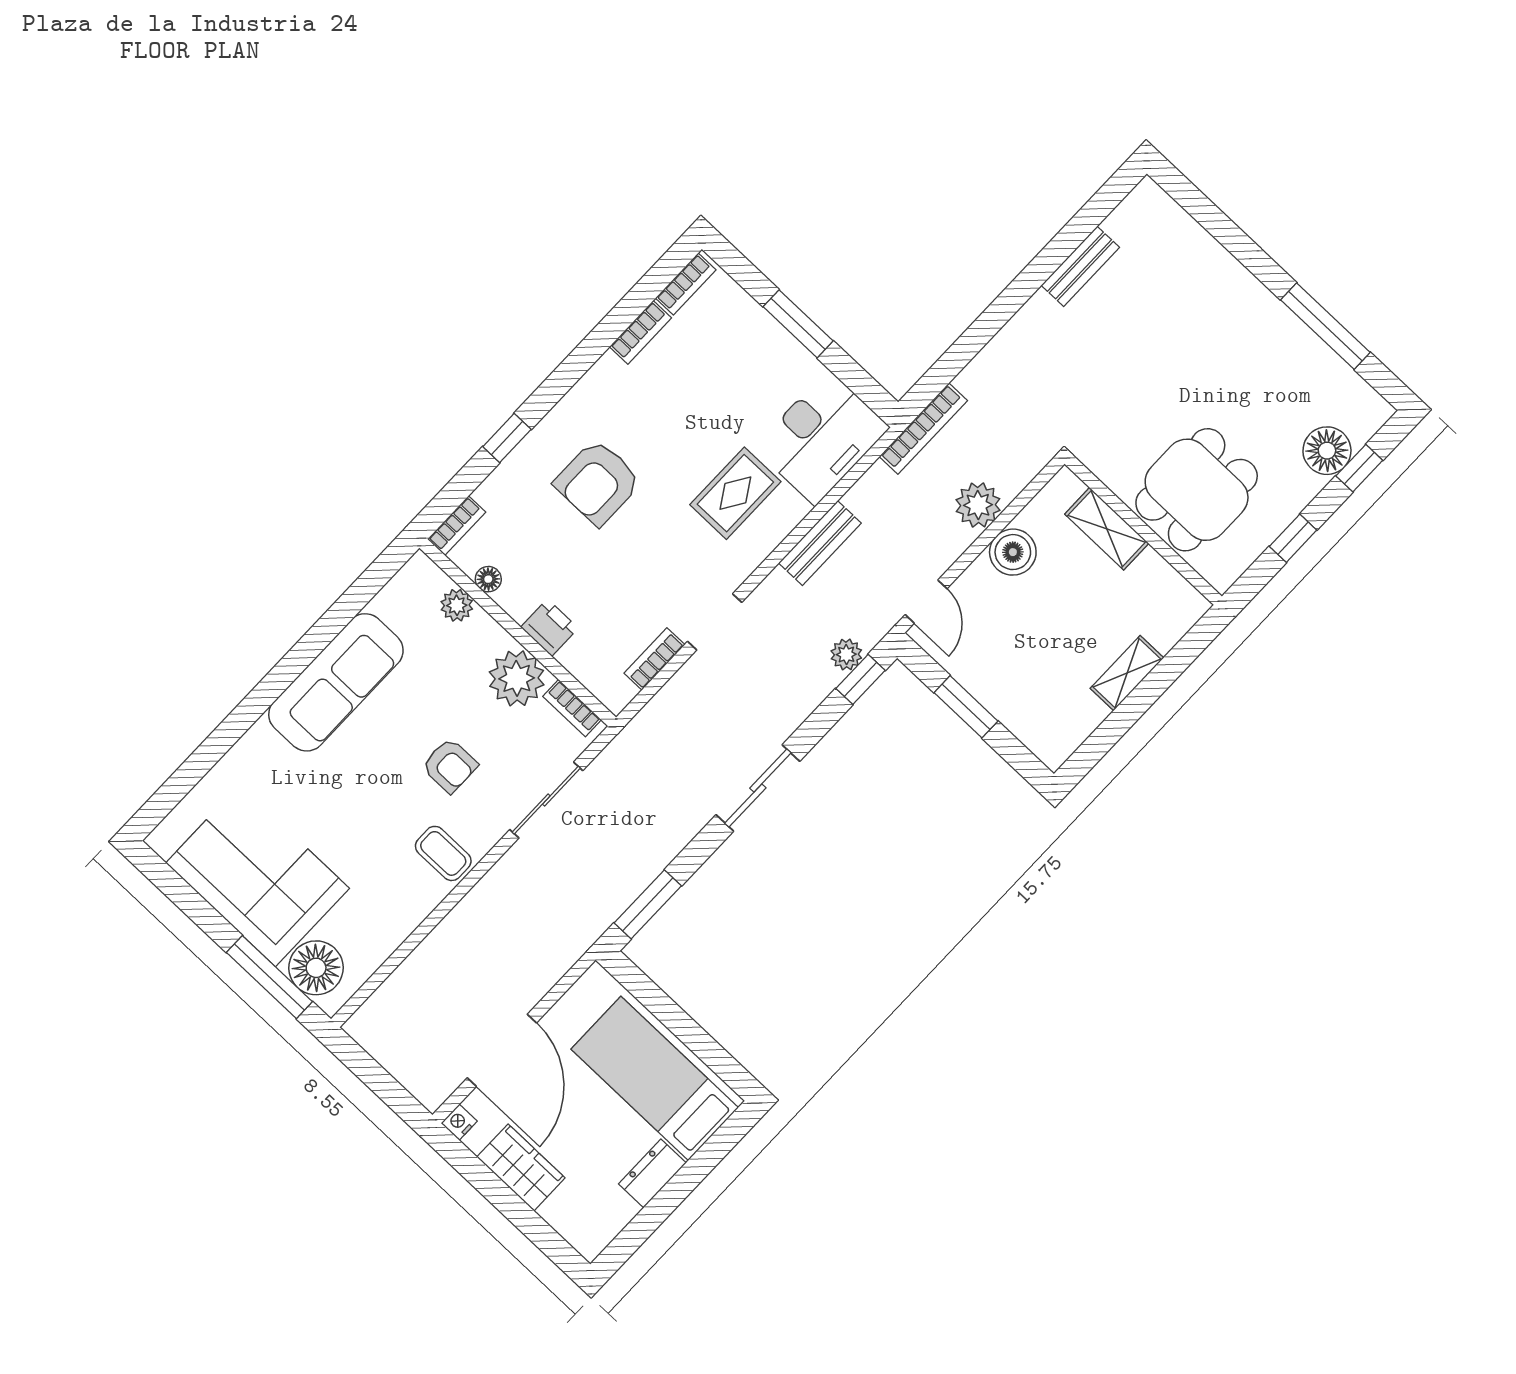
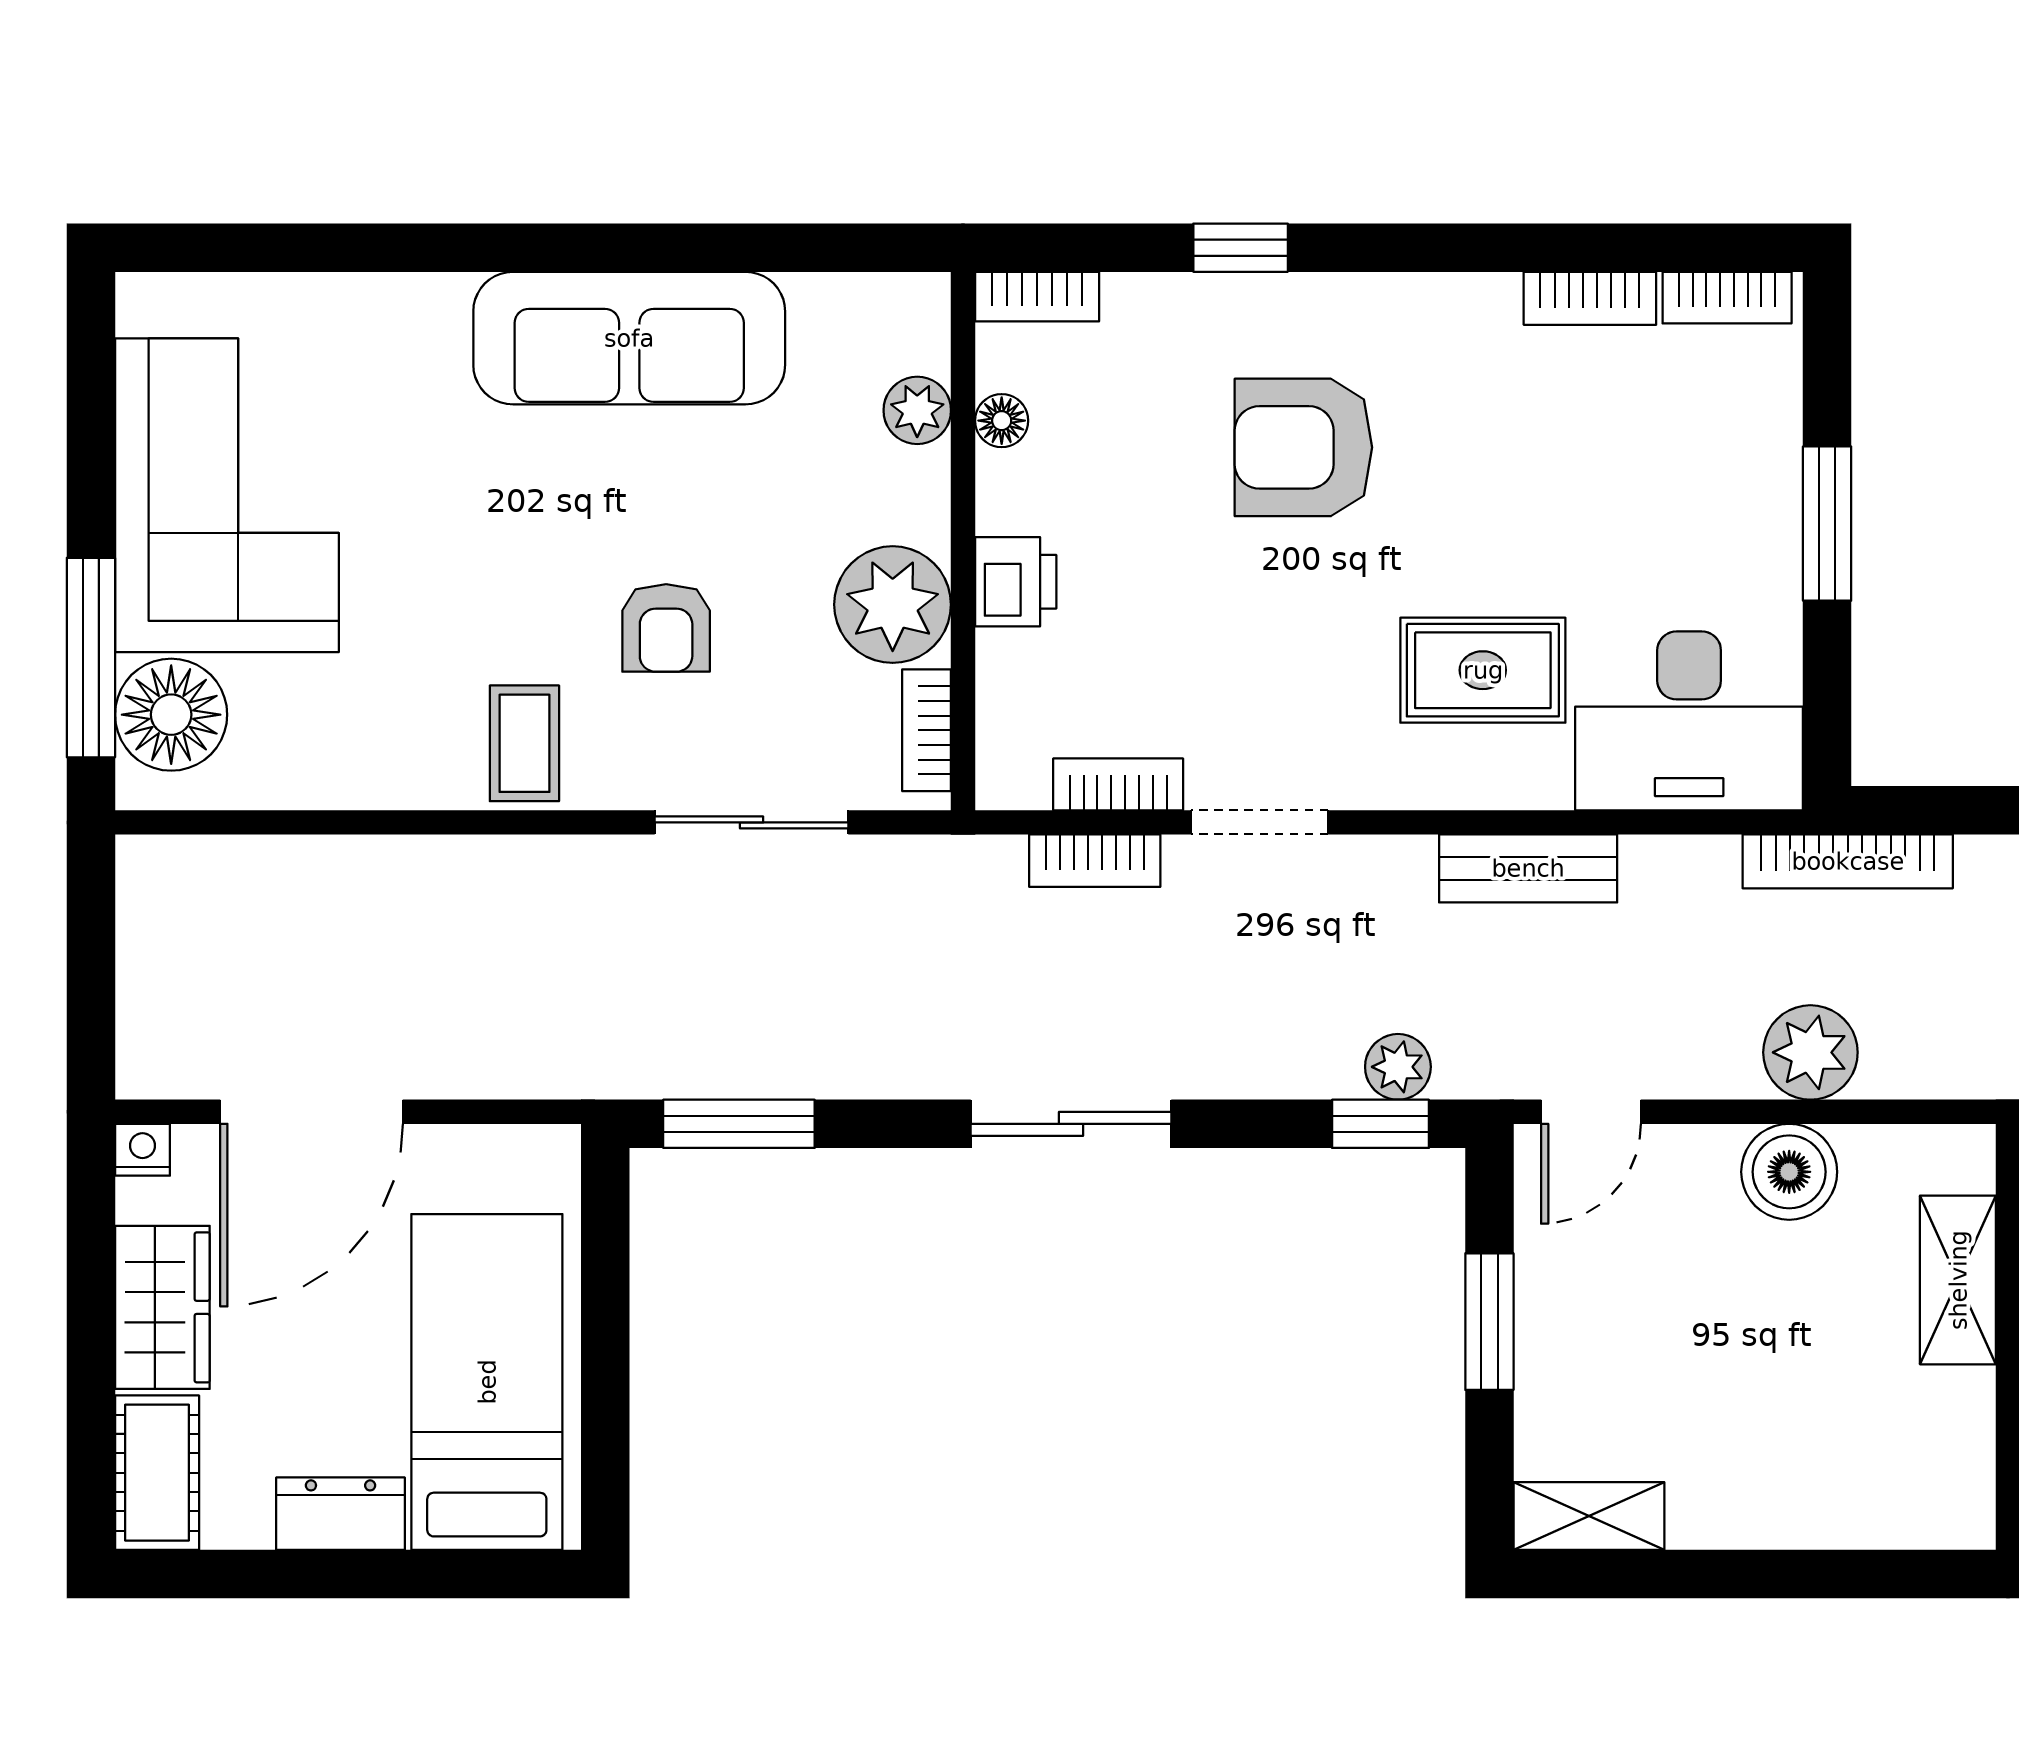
shelving: (1127, 673) -> (1589, 1516), moved
bookcase: (673, 692) -> (1095, 861), added
cot: (577, 1224) -> (157, 1473), added

